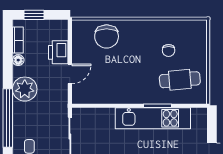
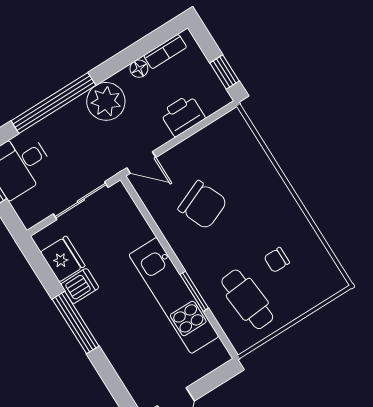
window: (34, 15) -> (225, 72), moved
chair: (107, 36) -> (203, 205), moved, turned -113
door: (70, 74) -> (141, 163), moved

